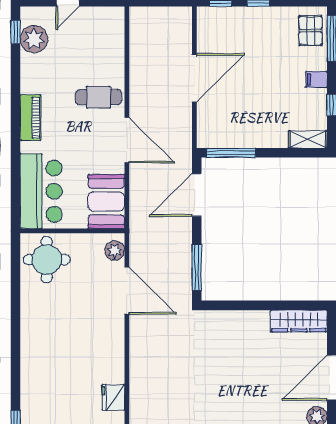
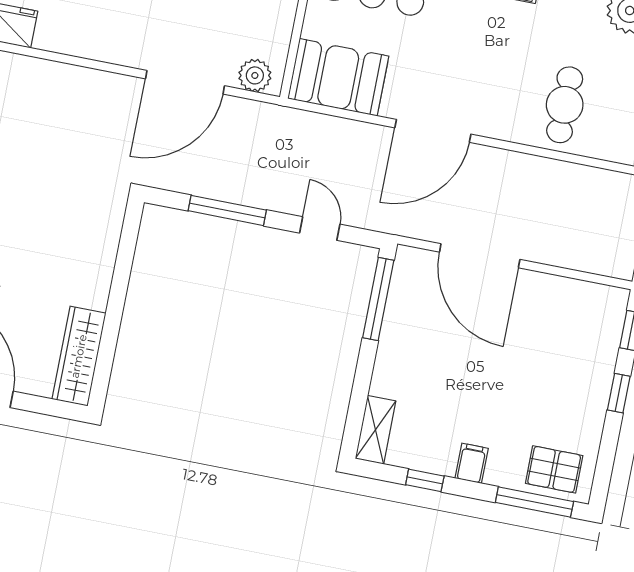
door: (194, 78) -> (480, 256), moved
cafe table: (99, 97) -> (565, 105), moved
door: (197, 195) -> (320, 229), width x0.53
window: (197, 267) -> (227, 210), moved

